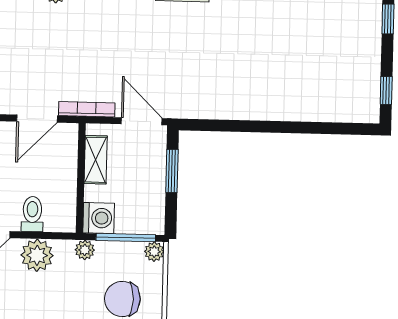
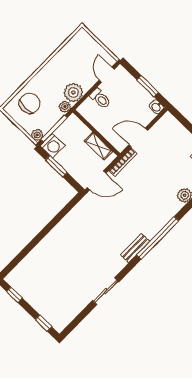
door: (37, 119) -> (138, 138), hinge flipped
window: (172, 171) -> (56, 166), moved
washing machine: (99, 218) -> (52, 146), moved, turned -90
plant: (37, 255) -> (73, 92), moved

